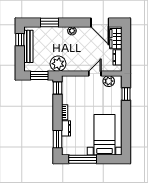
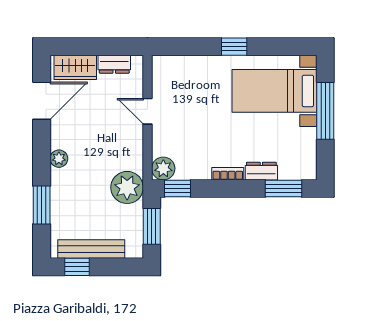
plant: (109, 81) -> (163, 168), moved
window: (126, 94) -> (234, 47), moved
window: (83, 159) -> (325, 111), moved

